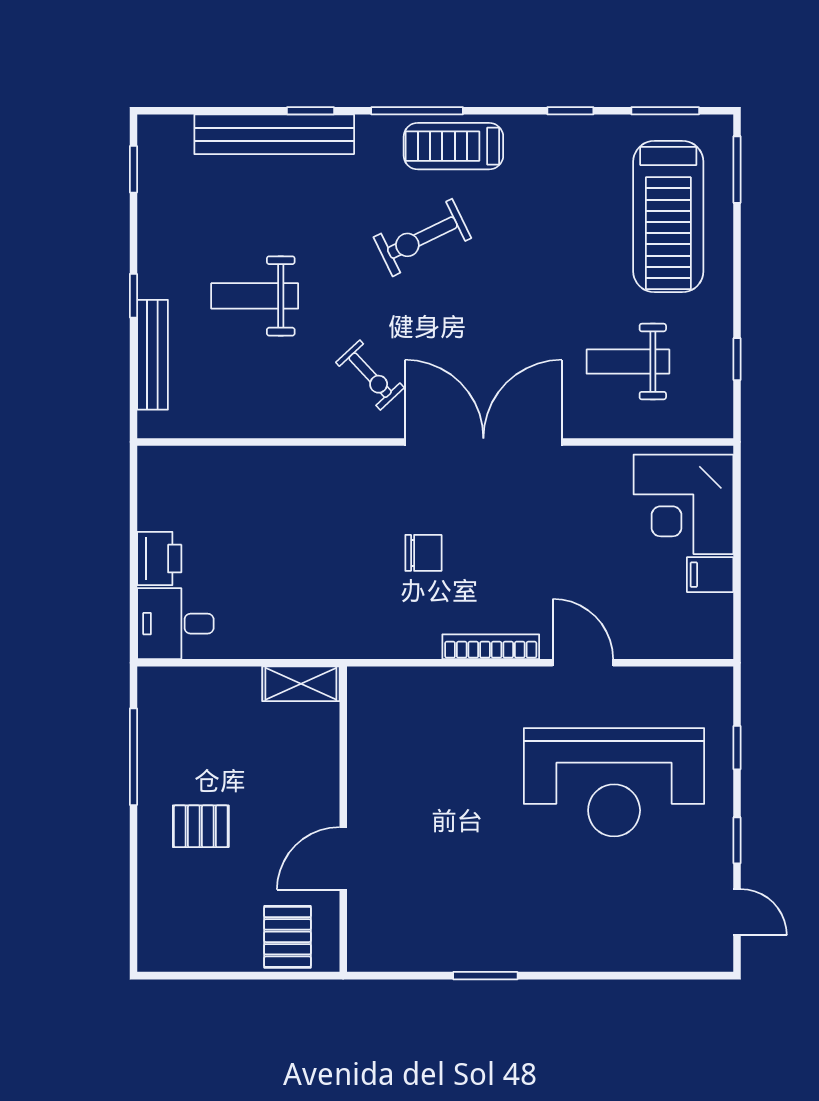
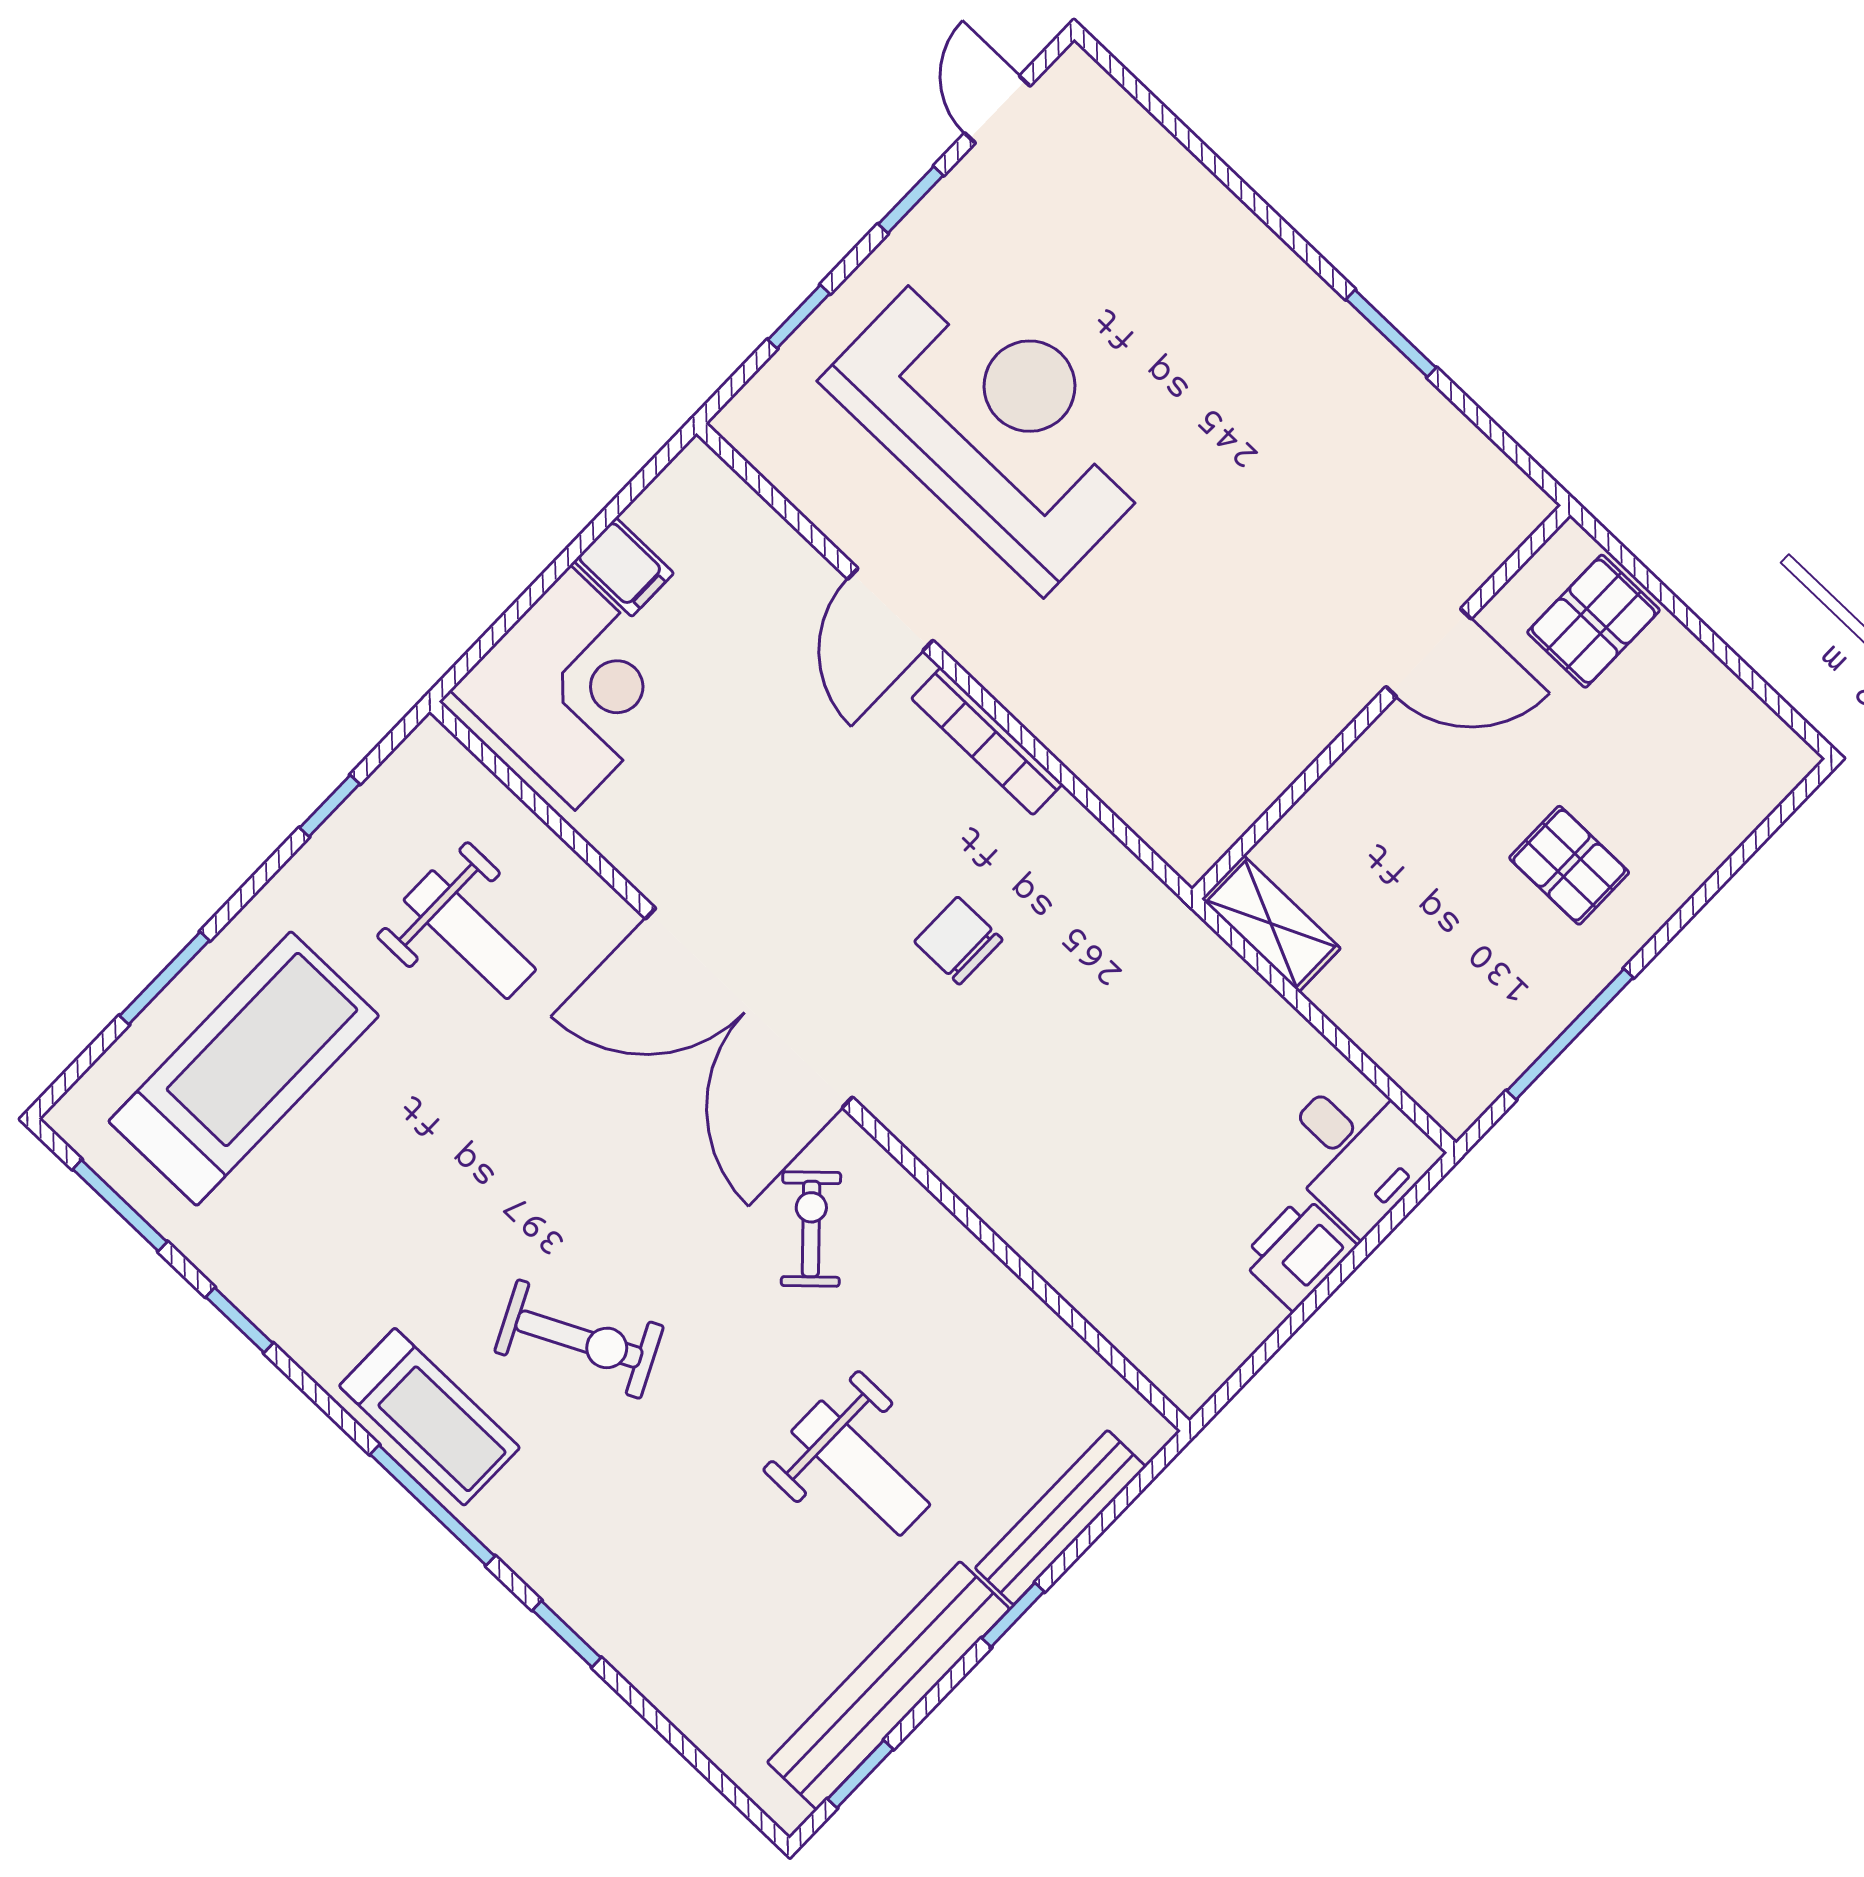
bench: (274, 134) -> (888, 1686), moved, turned 90
window: (737, 170) -> (164, 978), moved

